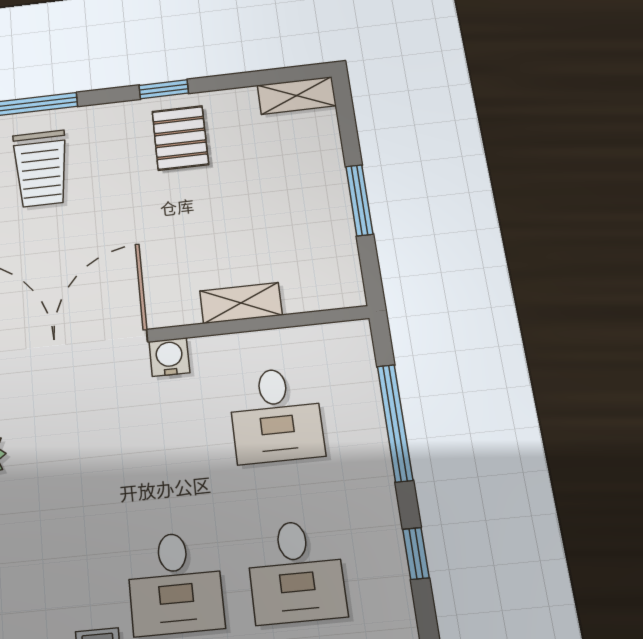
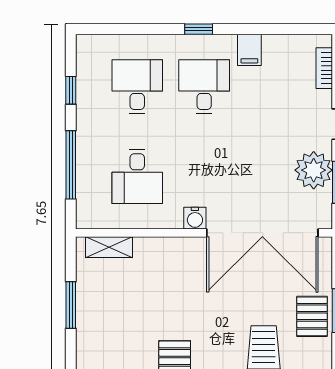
shelving: (241, 303) -> (109, 247), moved
desk: (276, 415) -> (137, 176), turned 180

